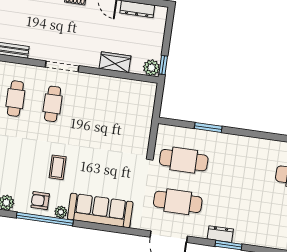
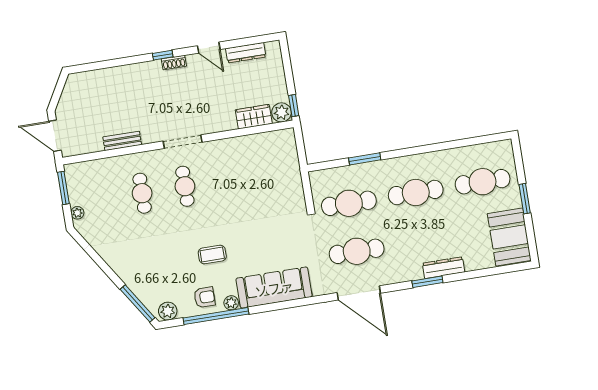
wardrobe: (115, 62) -> (254, 117), moved
coffee table: (58, 167) -> (212, 255), turned 90
cafe table: (242, 168) -> (416, 192), added
armchair: (40, 201) -> (204, 297), turned 180
dresser: (220, 234) -> (444, 268), moved, width x1.44

